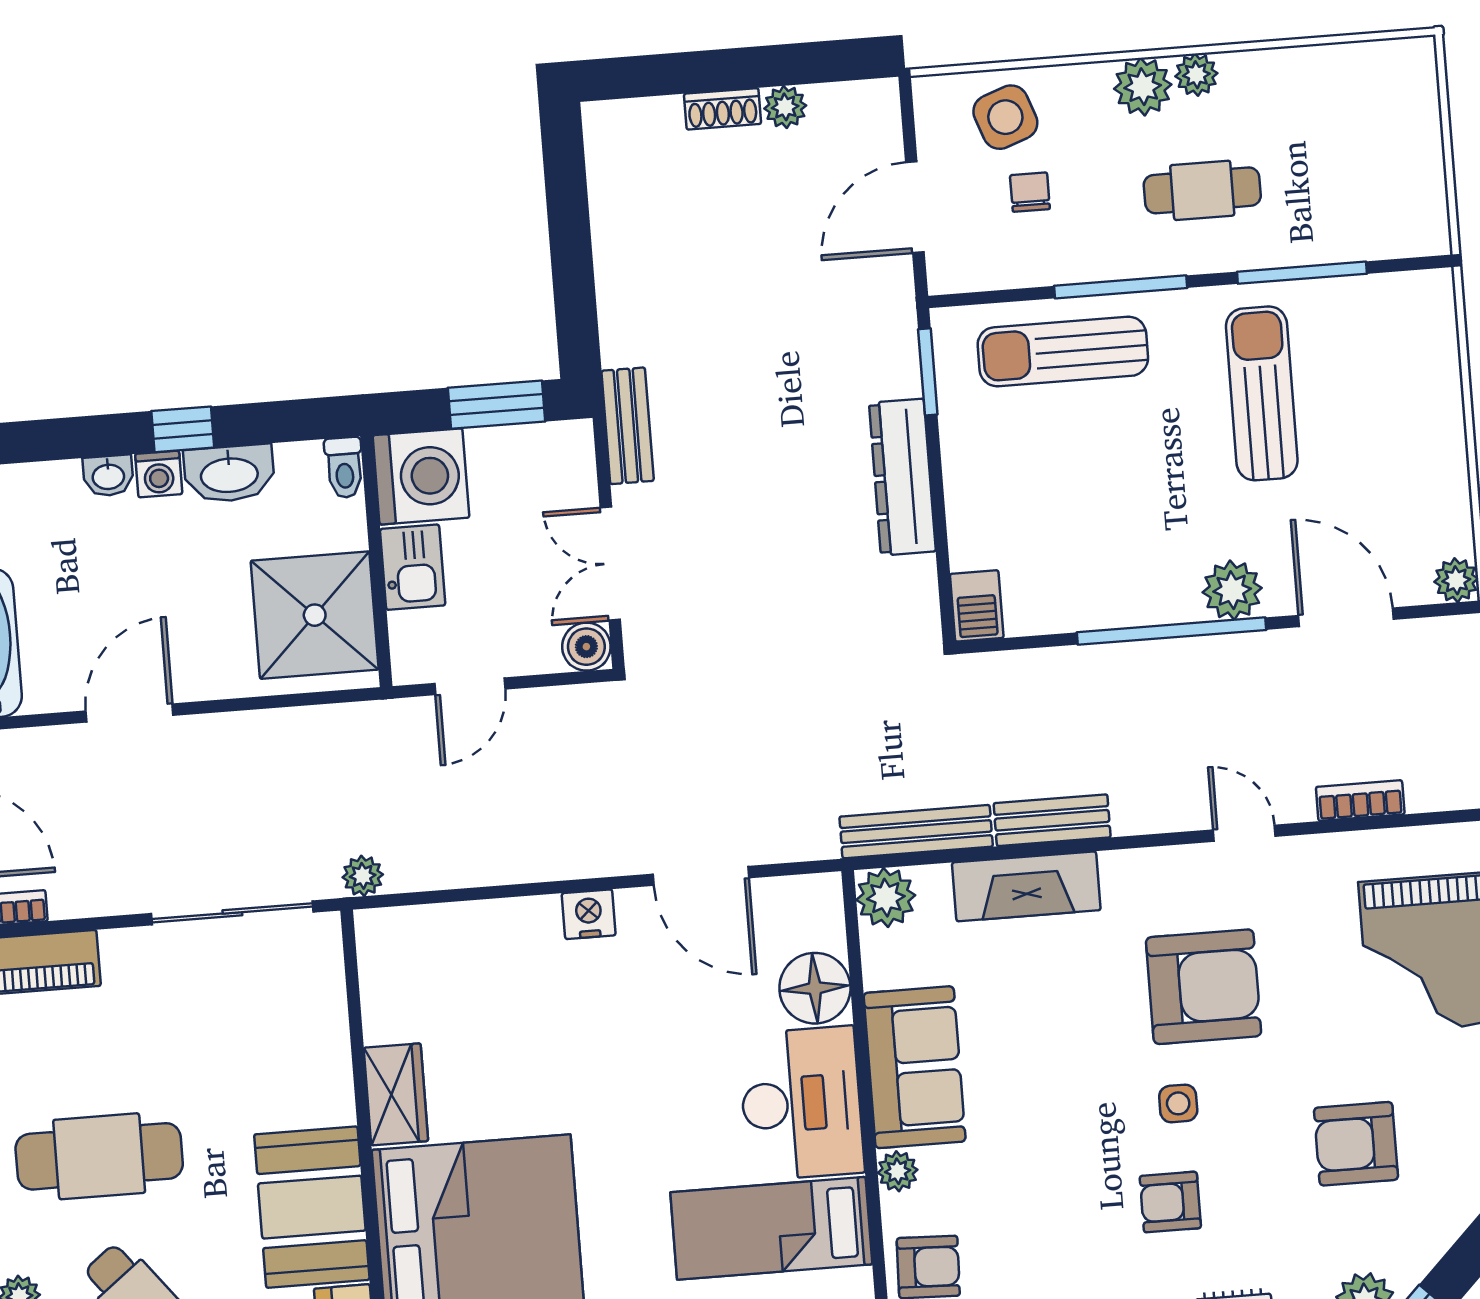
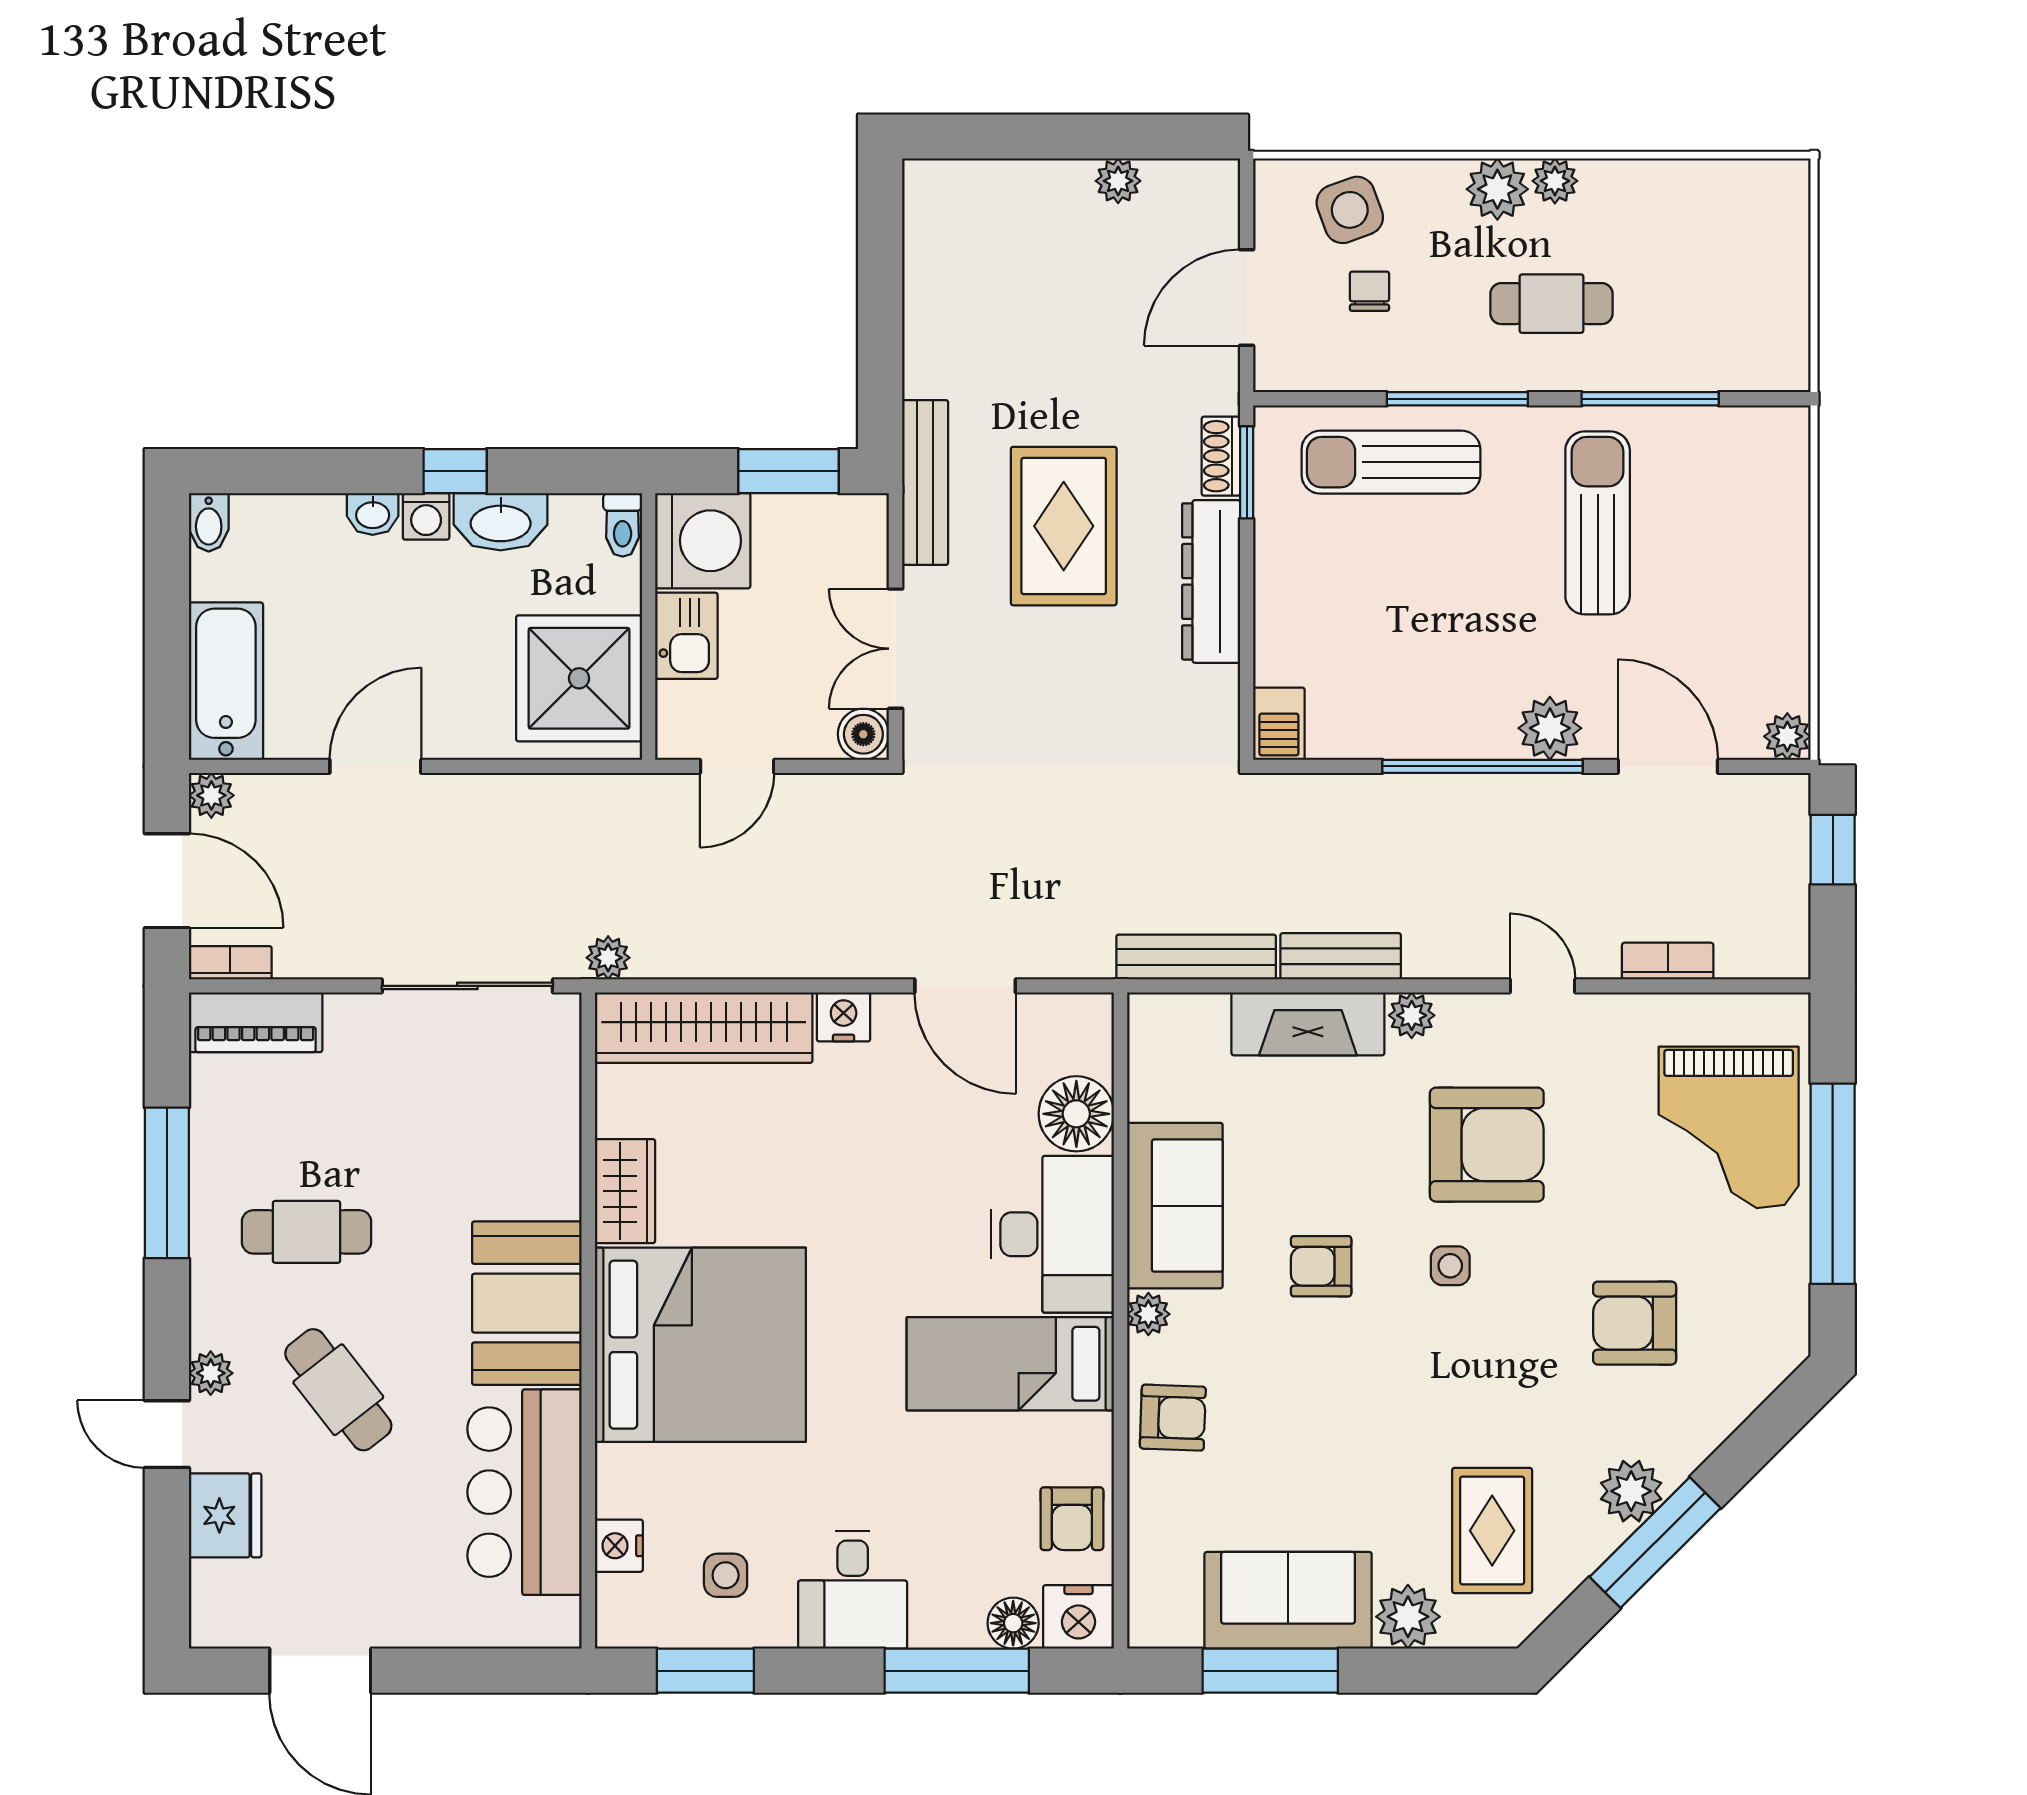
shoe rack: (722, 109) -> (1221, 456), moved, turned 90
bench: (628, 426) -> (925, 482), width x1.36
rug: (760, 436) -> (1064, 526), added
plant: (886, 898) -> (1412, 1015), moved, width x0.73, depth x0.73
wardrobe: (458, 935) -> (704, 1028), added
cafe table: (99, 1156) -> (306, 1232), width x0.73, depth x0.74
armchair: (1170, 1202) -> (1321, 1266), moved

